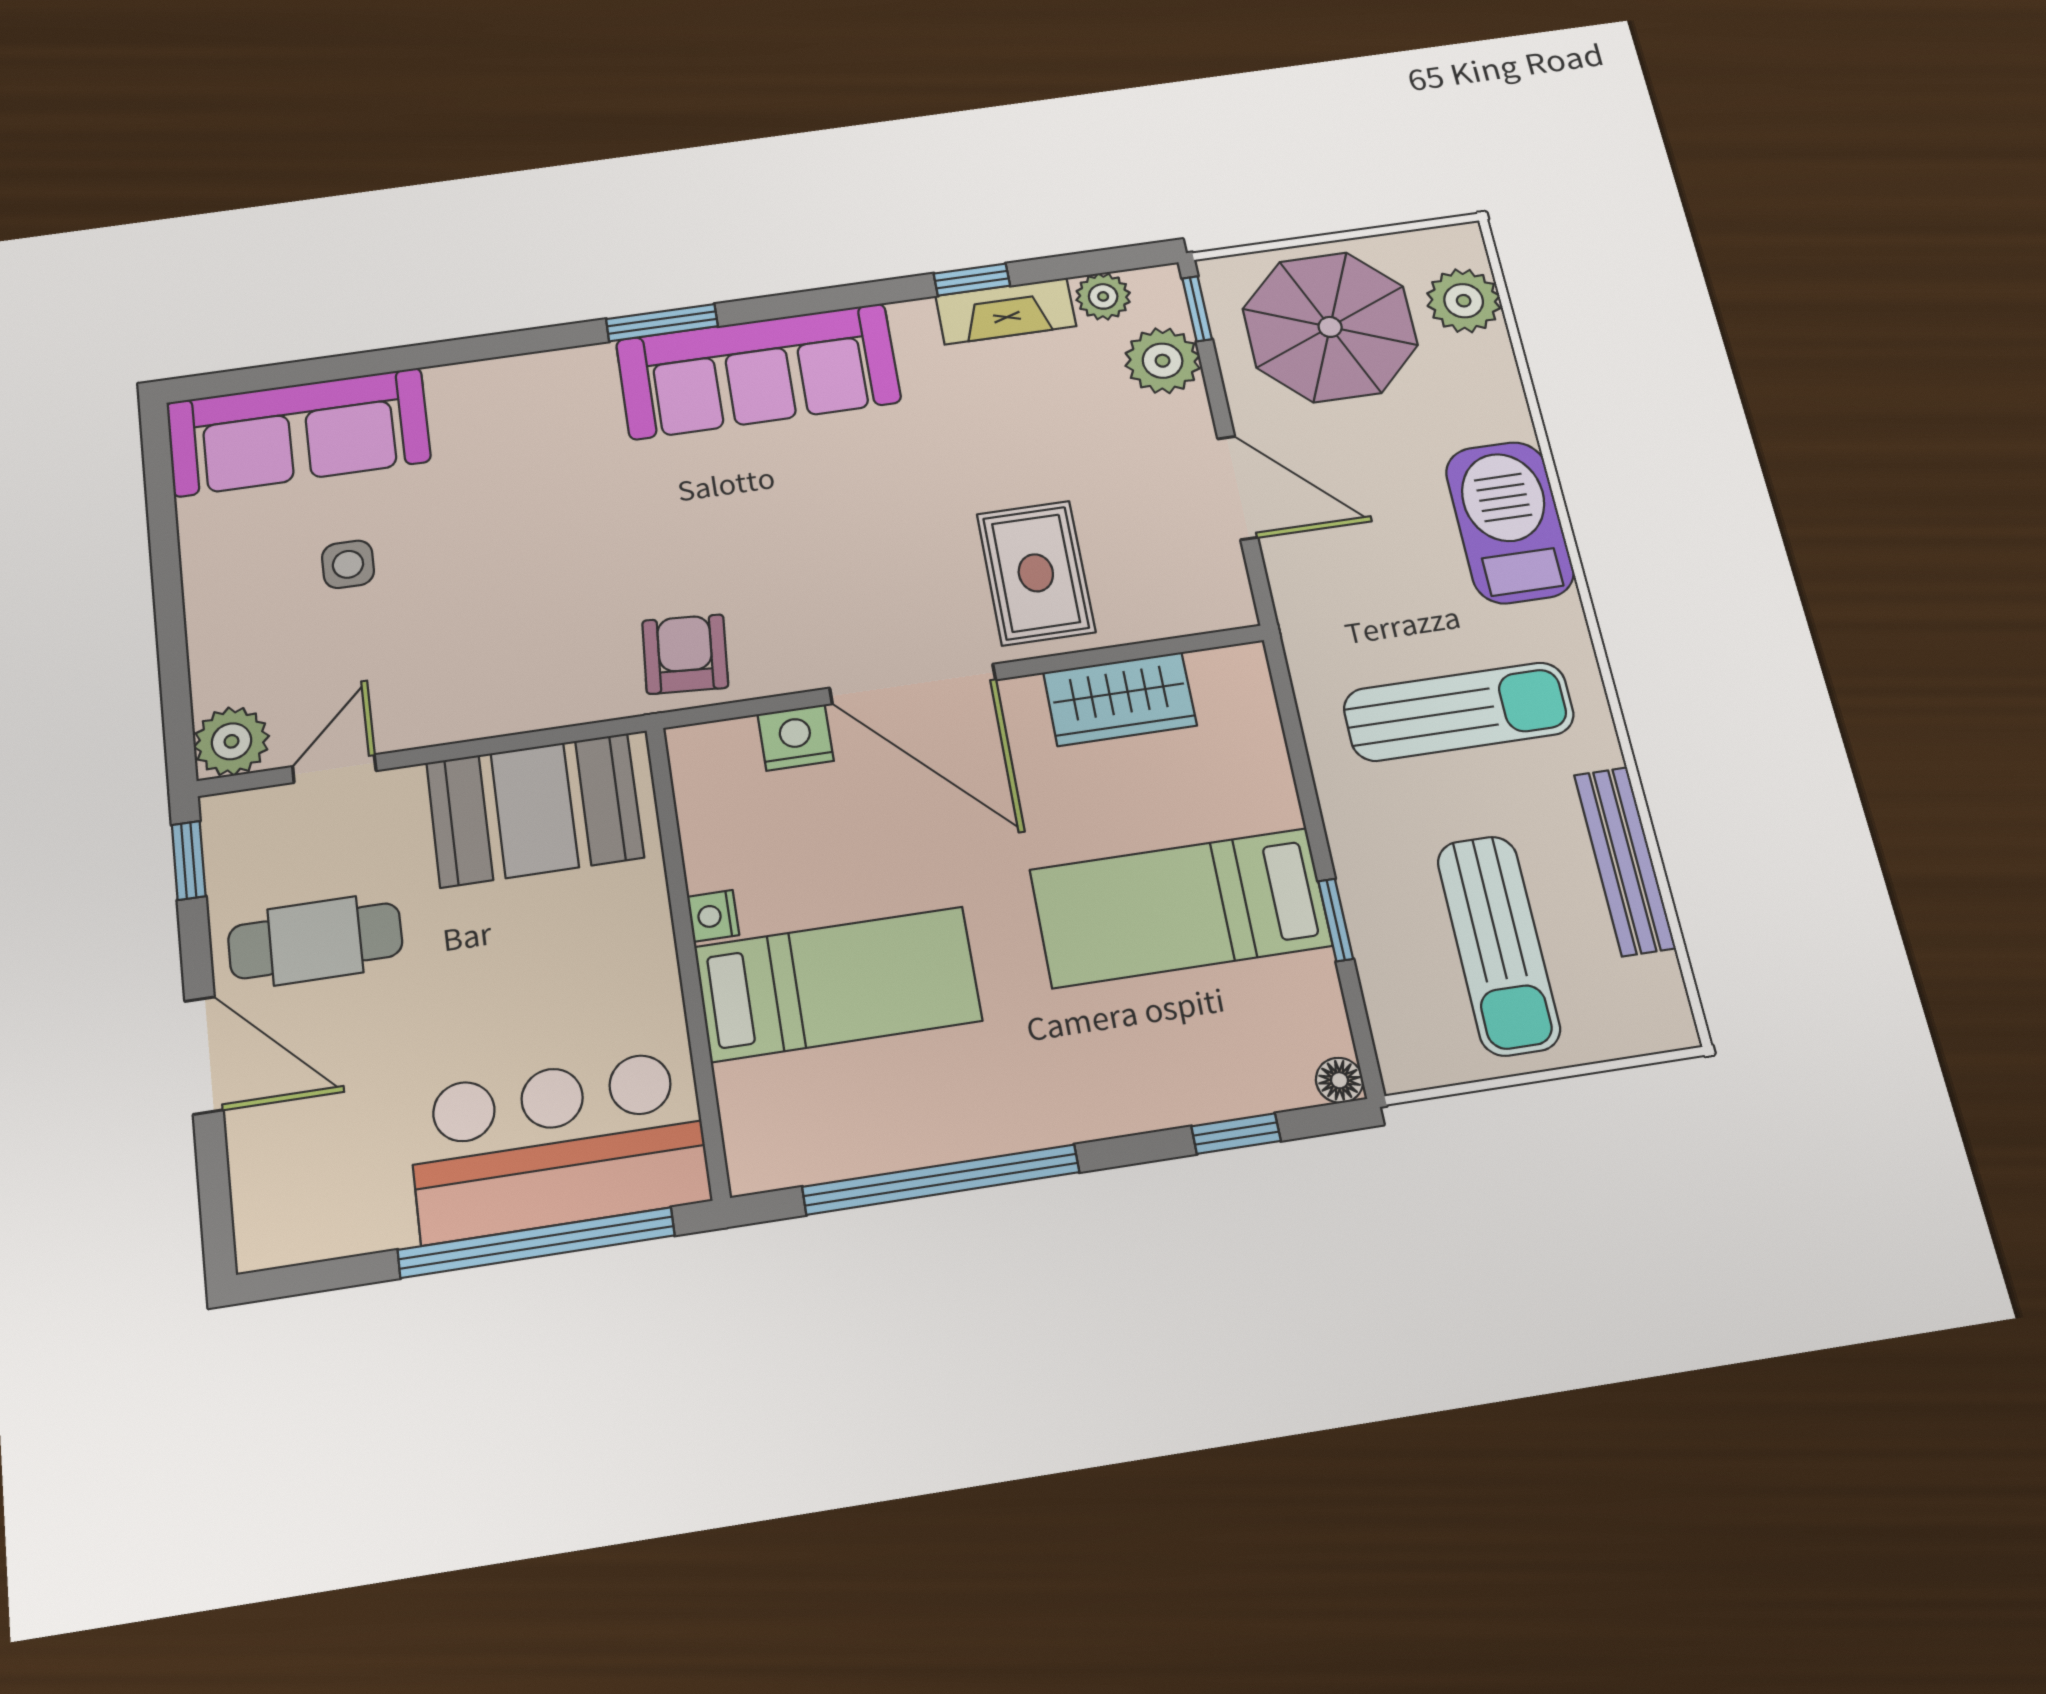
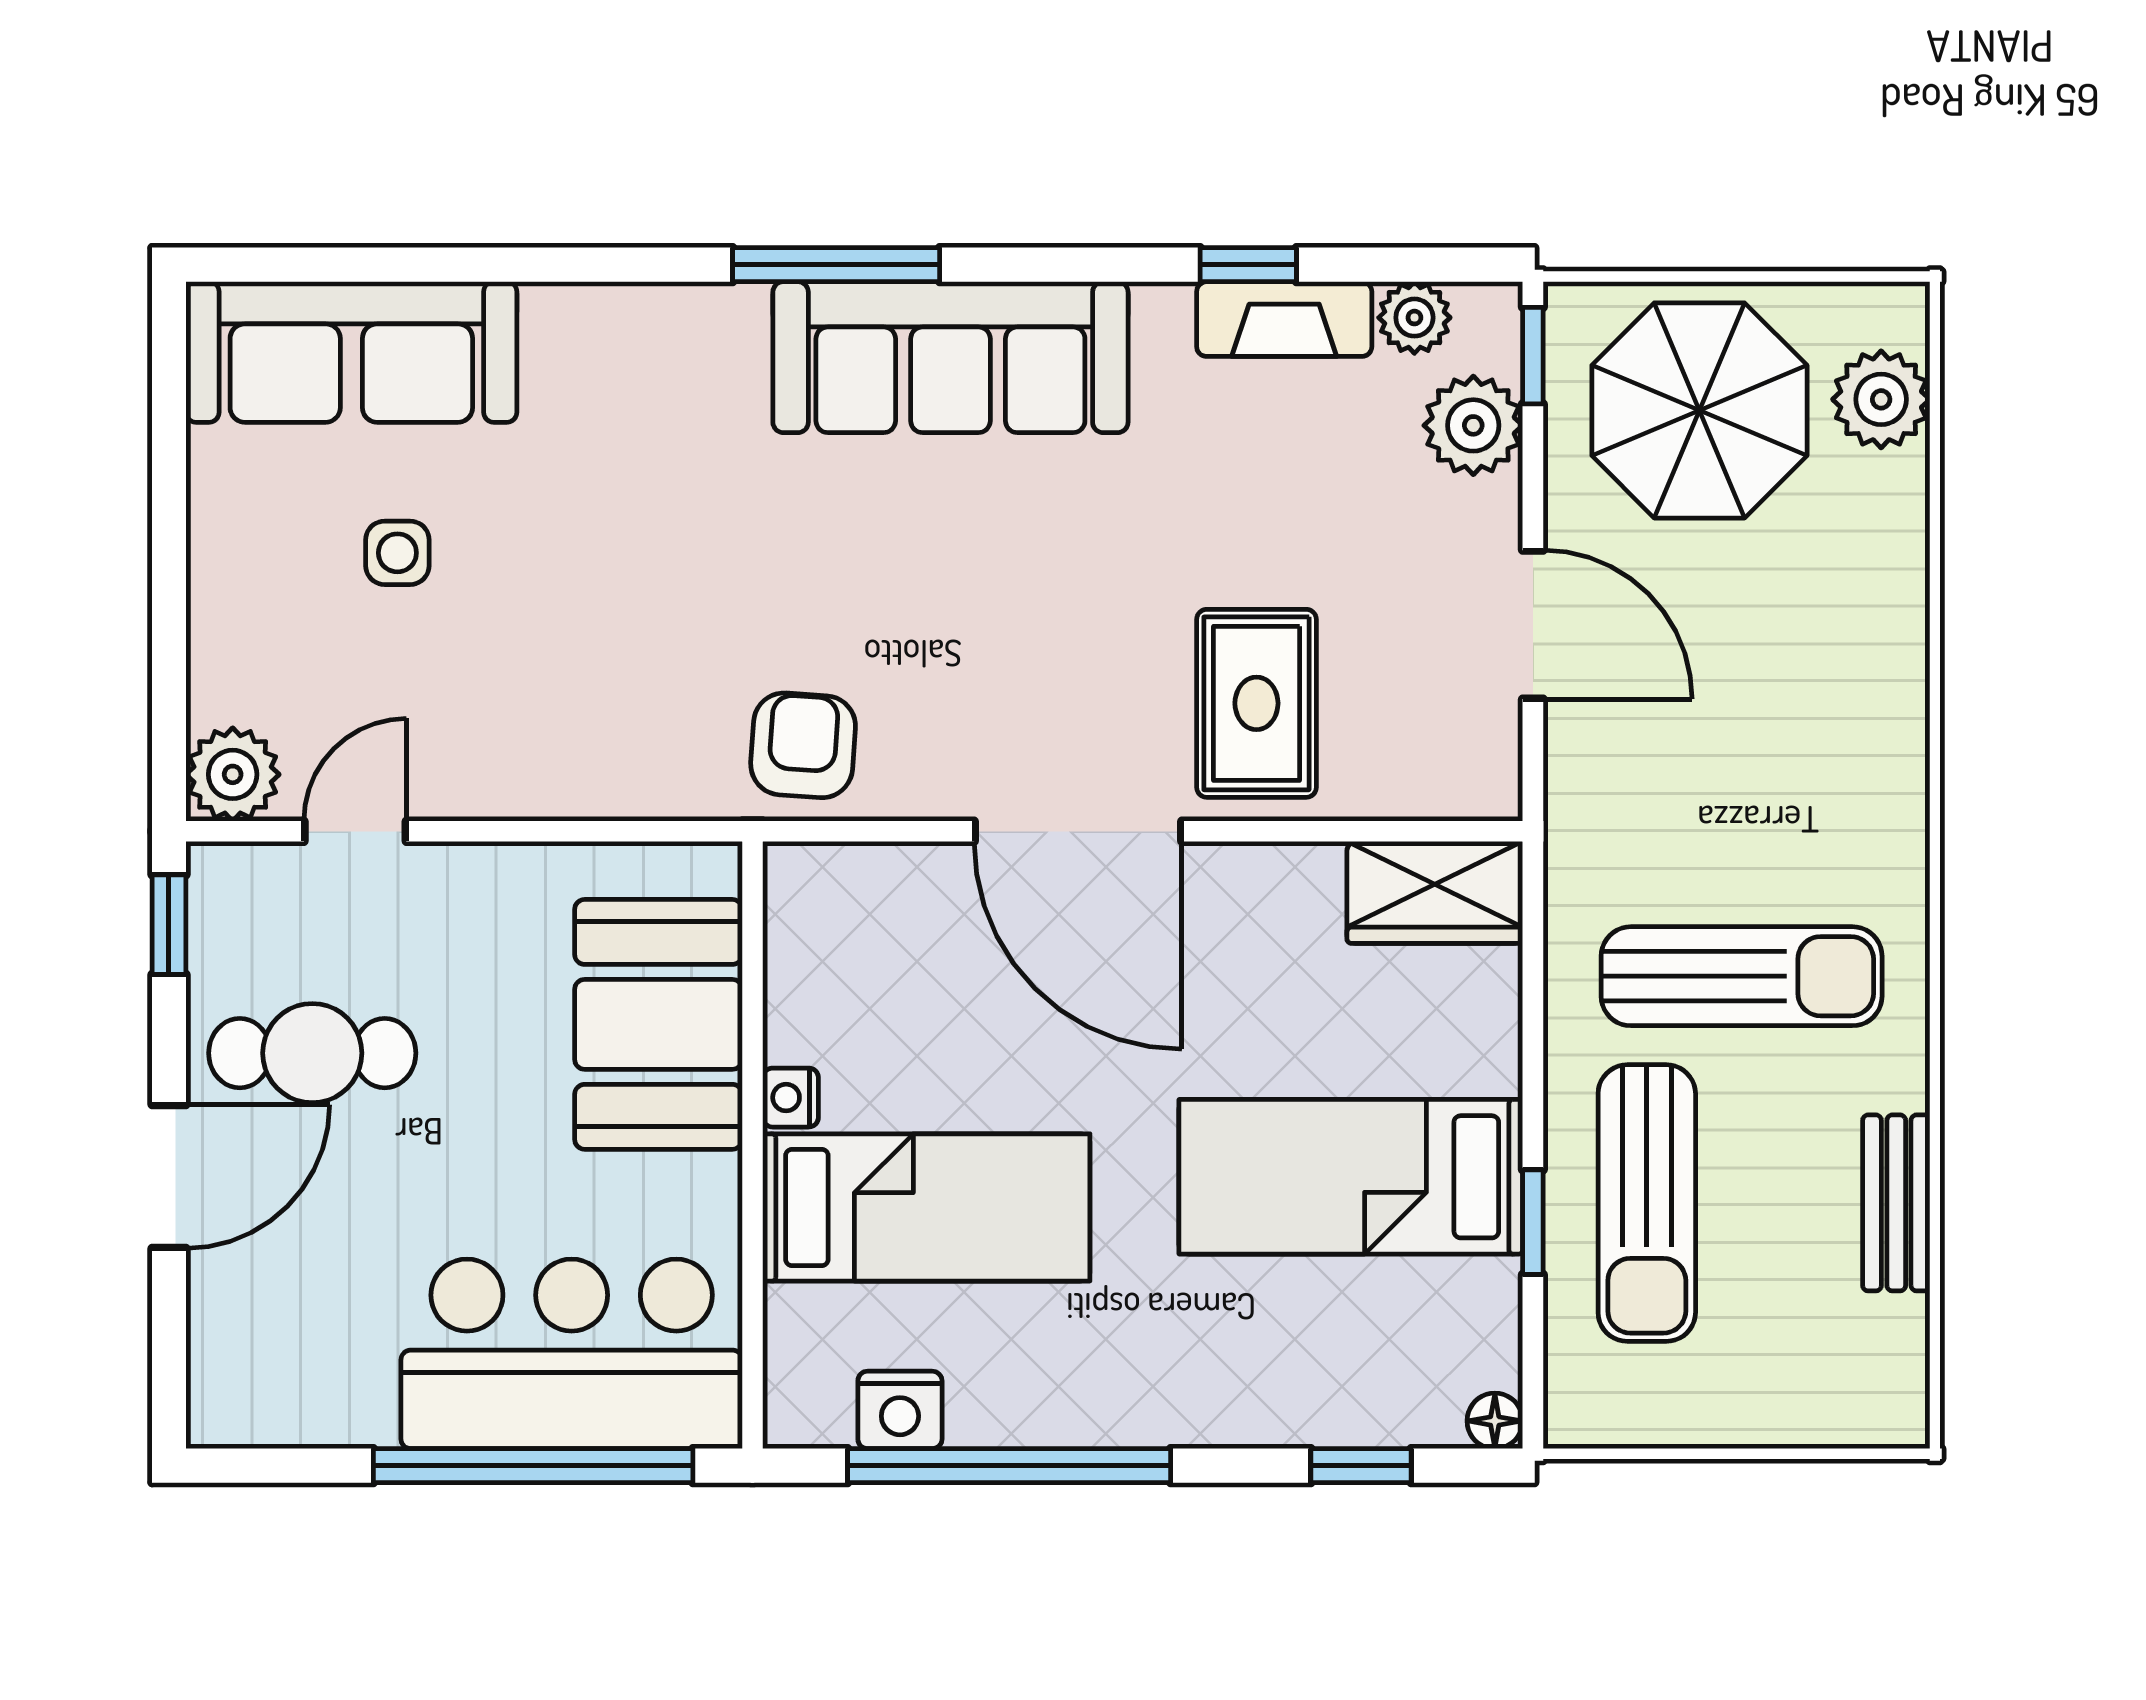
window: (662, 323) -> (836, 265), width x1.44
barbecue: (1510, 522) -> (1865, 728), removed
wardrobe: (1120, 699) -> (1435, 892), moved
nightstand: (796, 738) -> (900, 1410), moved, turned 180
booth: (535, 810) -> (659, 1024), moved, turned 90
bench: (1625, 861) -> (1896, 1203), width x0.73
sun lounger: (1498, 945) -> (1647, 1203), moved
door: (204, 1055) -> (169, 1177), hinge flipped

